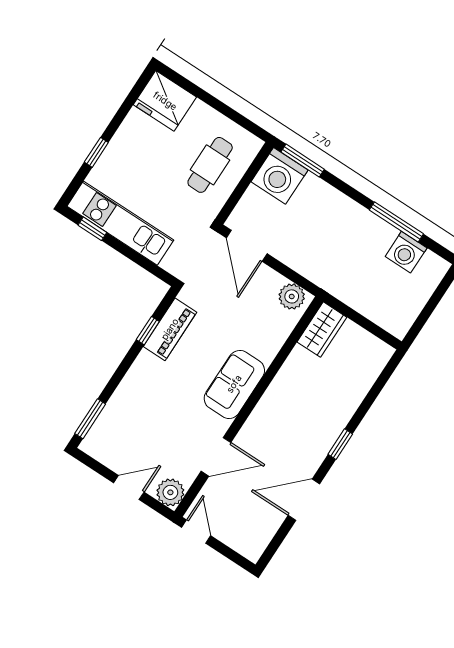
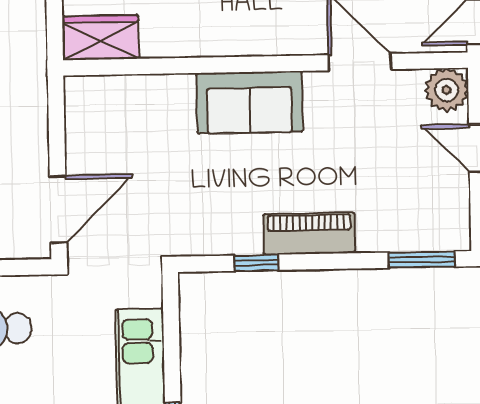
plant: (292, 296) -> (84, 106), removed
piano: (170, 329) -> (309, 234), moved

